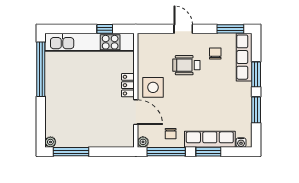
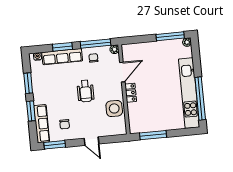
window: (105, 29) -> (153, 135), width x2.17
kitchen unit: (90, 42) -> (189, 93), moved, turned -90
wheelchair: (186, 65) -> (85, 91), moved, turned 90
side table: (153, 87) -> (114, 108), moved
door: (136, 112) -> (122, 72), swing flipped

